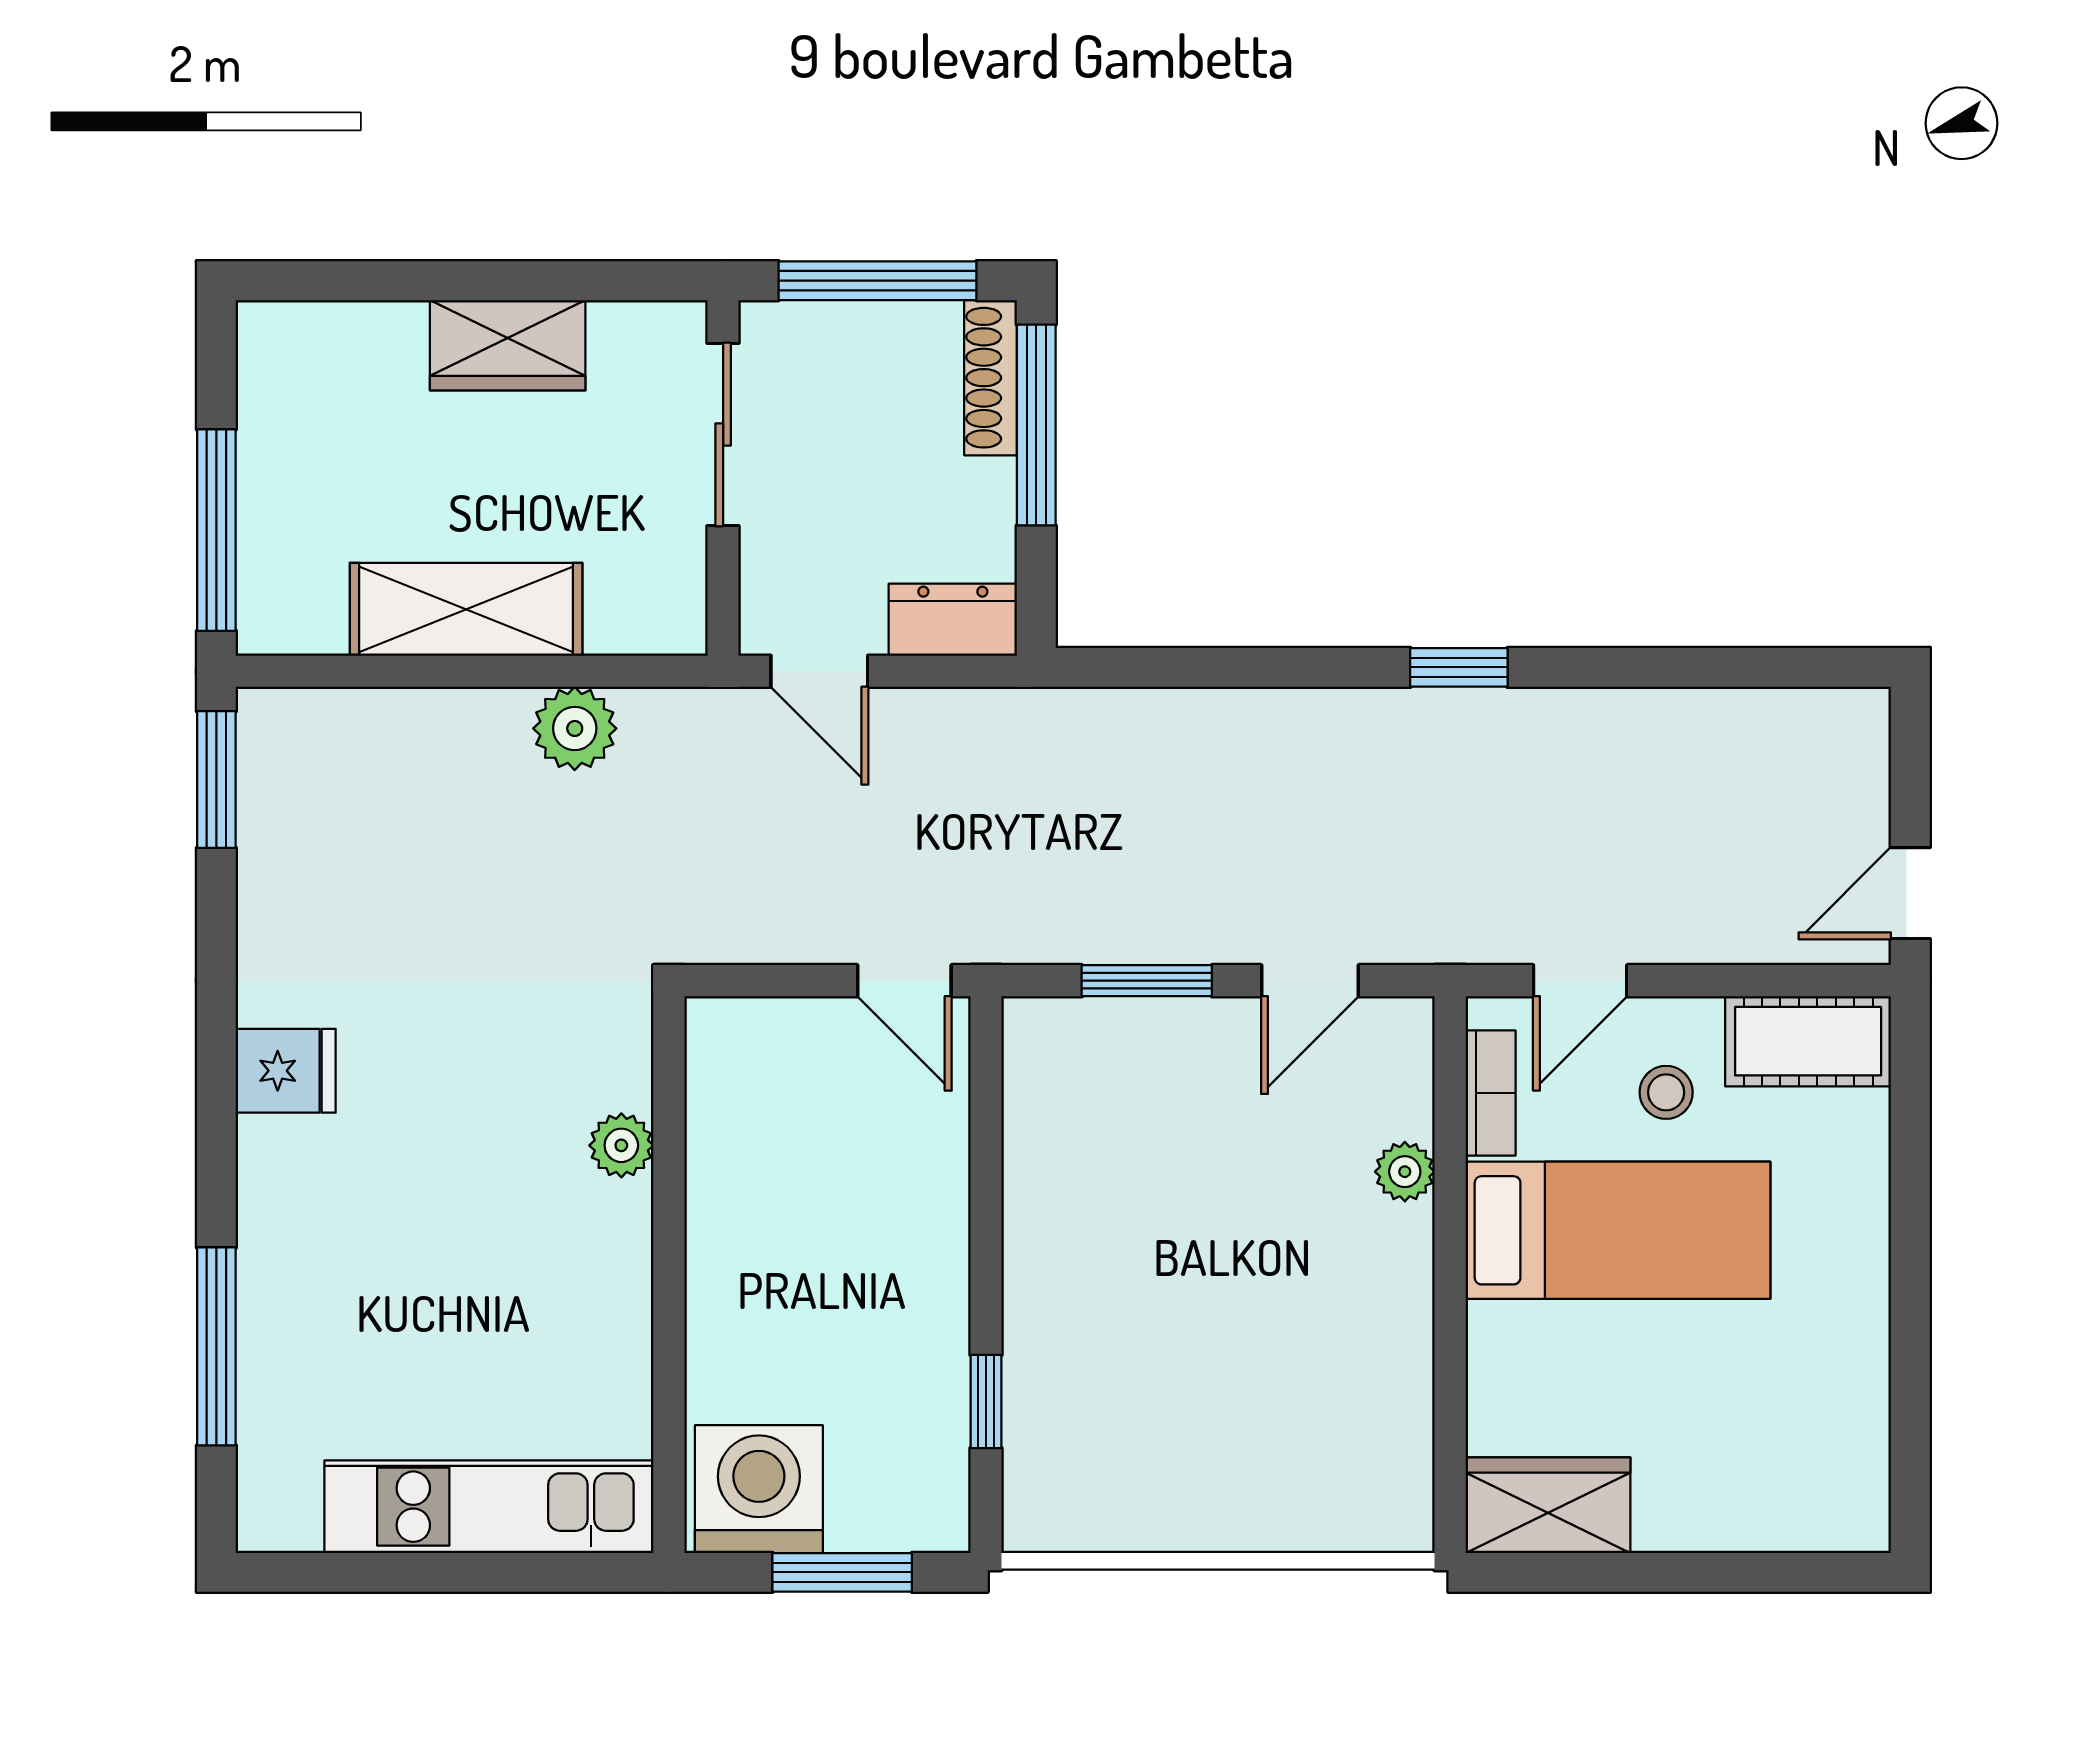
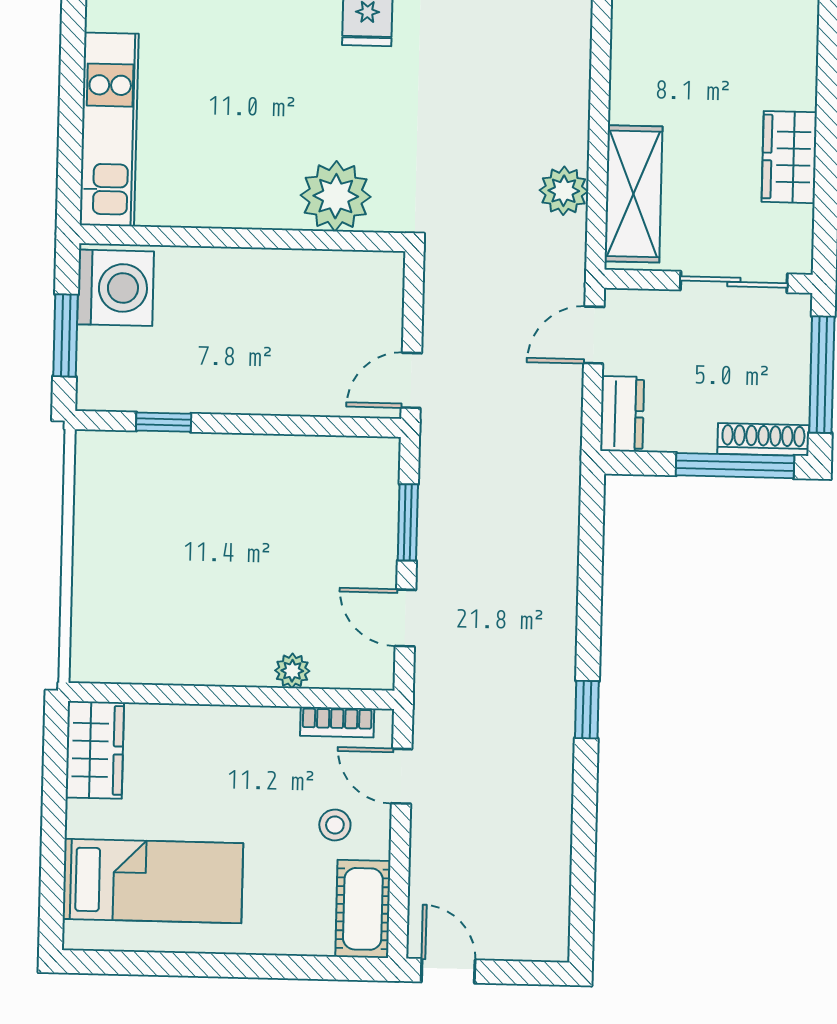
shelving: (466, 609) -> (634, 194), moved
plant: (621, 1145) -> (336, 196), width x1.88, depth x1.88
bed: (1618, 1230) -> (153, 881), moved, turned -90

